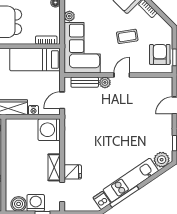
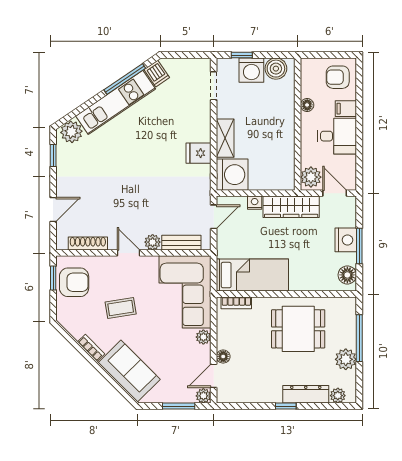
armchair: (160, 54) -> (74, 282), turned -90
door: (122, 75) -> (128, 253), swing flipped
shoe rack: (150, 82) -> (88, 243), added
shelving: (54, 167) -> (225, 138), moved
fridge: (73, 172) -> (199, 153), moved

